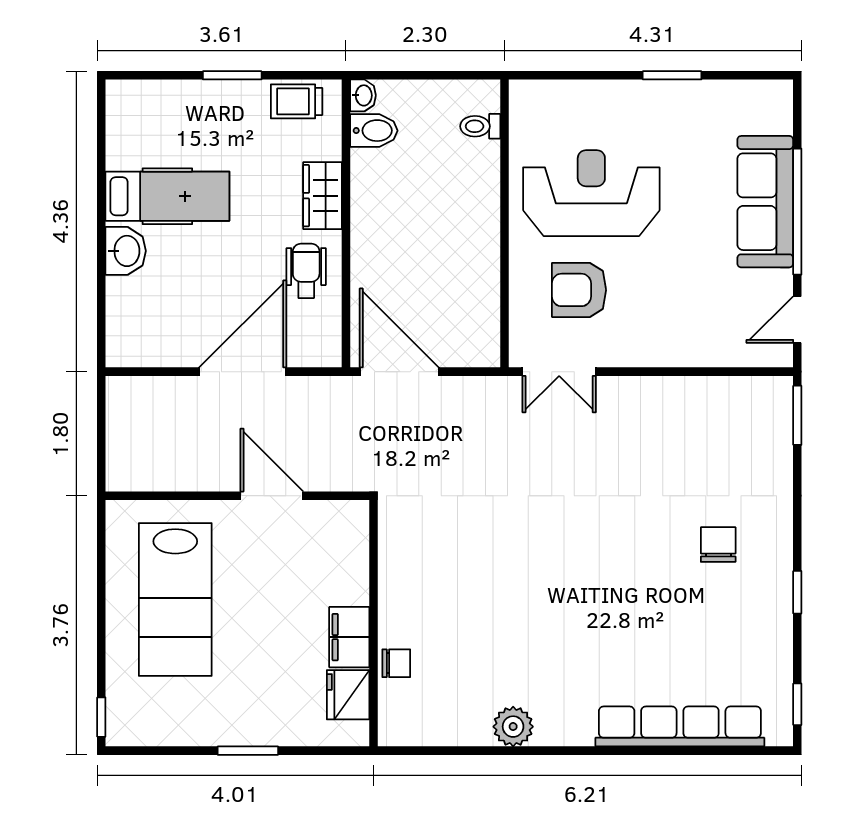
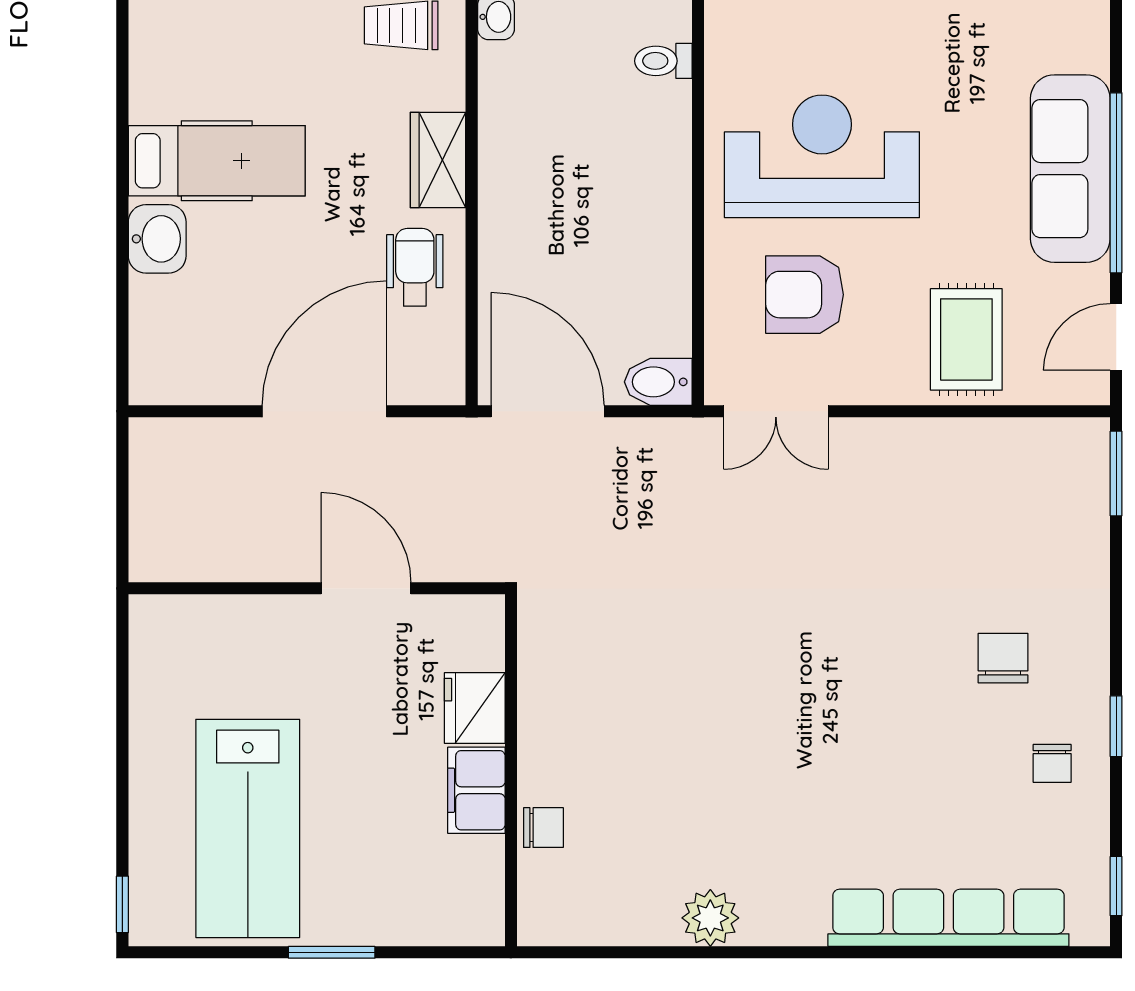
bidet: (374, 131) -> (658, 382), moved, turned 180
rug: (692, 321) -> (966, 339), added
lab bench: (175, 599) -> (248, 828), moved
chair: (753, 618) -> (1052, 763), added
fridge: (348, 695) -> (475, 708), moved

